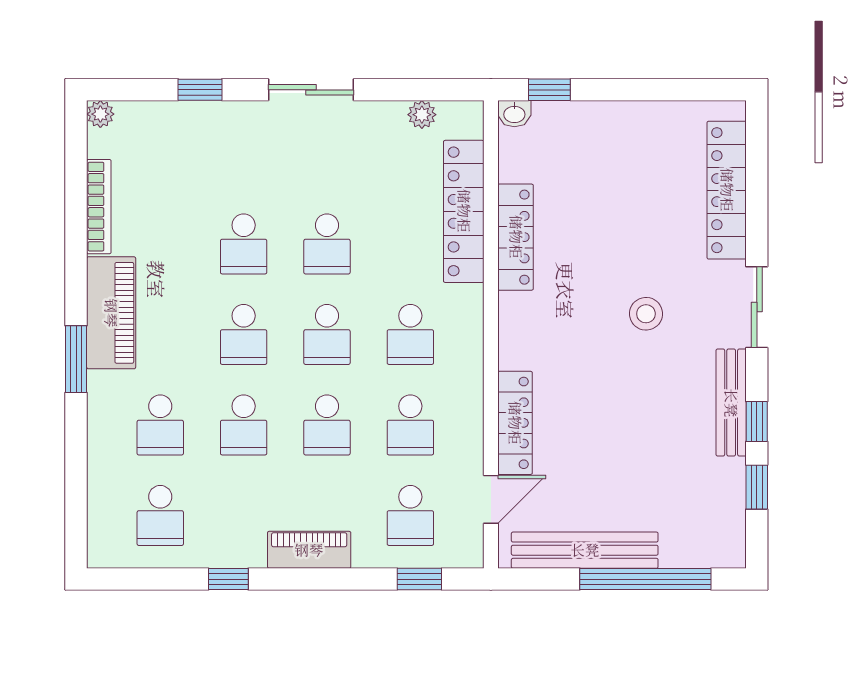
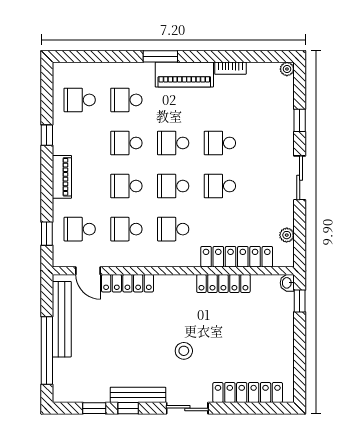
bookcase: (99, 207) -> (230, 68), width x0.64

